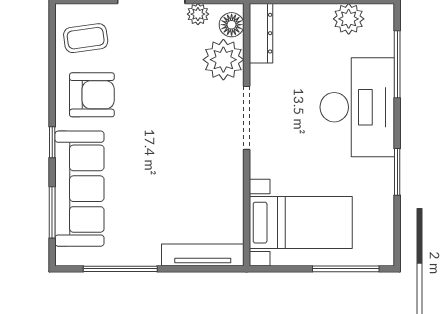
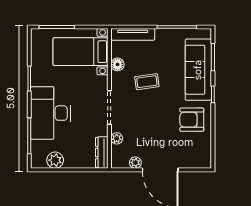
floor lamp: (232, 25) -> (117, 64), moved
coffee table: (86, 38) -> (147, 82), moved
plant: (223, 60) -> (117, 138), width x0.53, depth x0.53

